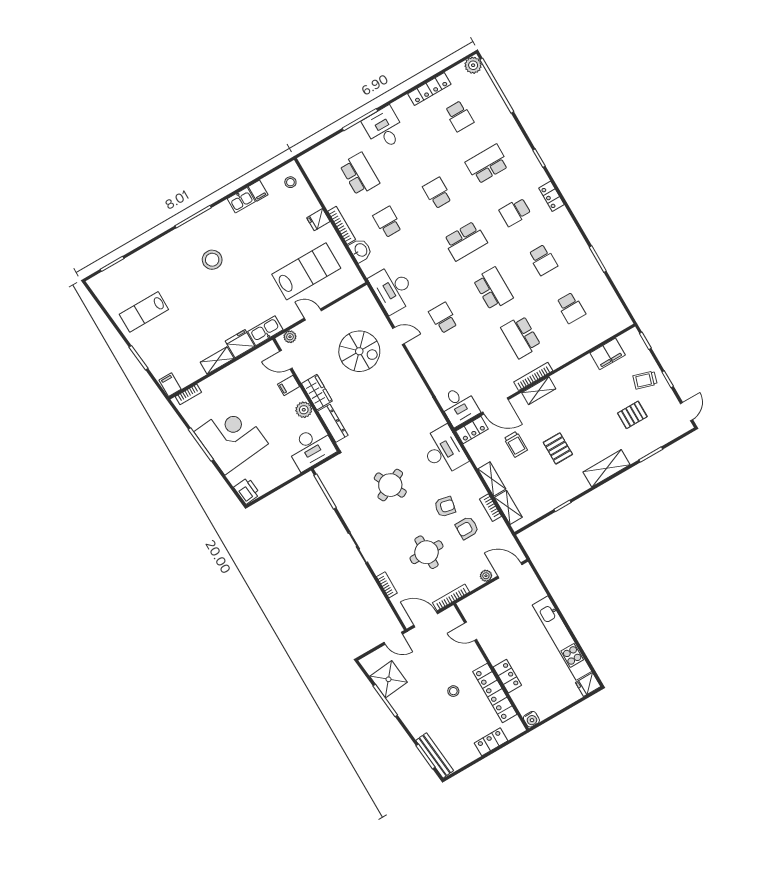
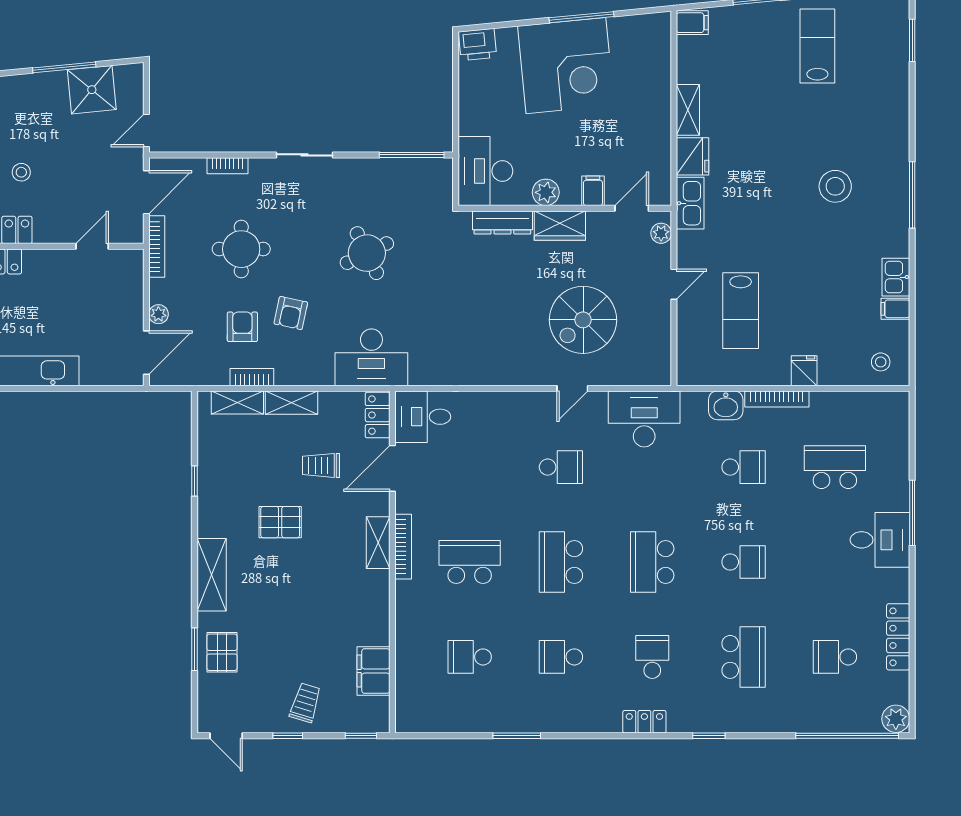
school desk: (360, 174) -> (835, 467), turned 180
lab bench: (306, 271) -> (741, 311), width x0.73, depth x0.72
school desk: (493, 289) -> (561, 562), turned 90
bookcase: (188, 394) -> (663, 41), removed
pallet: (632, 415) -> (222, 652), moved

